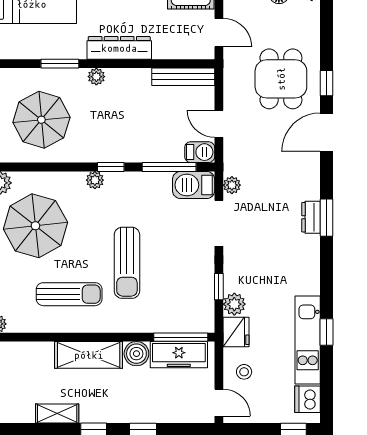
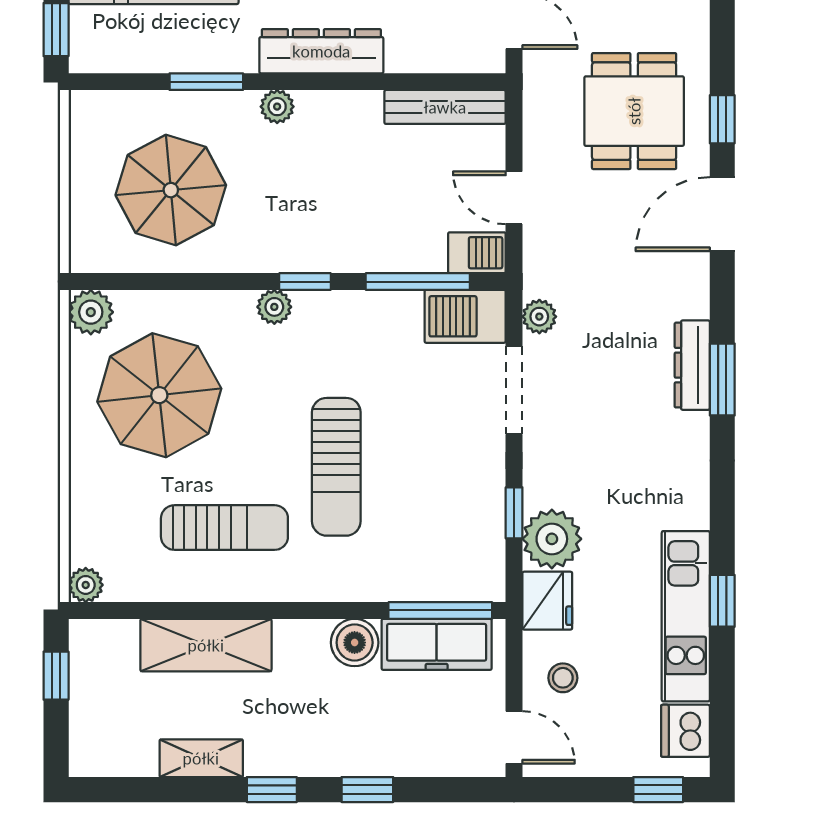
dresser: (311, 217) -> (692, 365), width x1.44
plant: (234, 304) -> (552, 539), width x1.36, depth x1.36
shelving: (89, 355) -> (206, 645), moved

